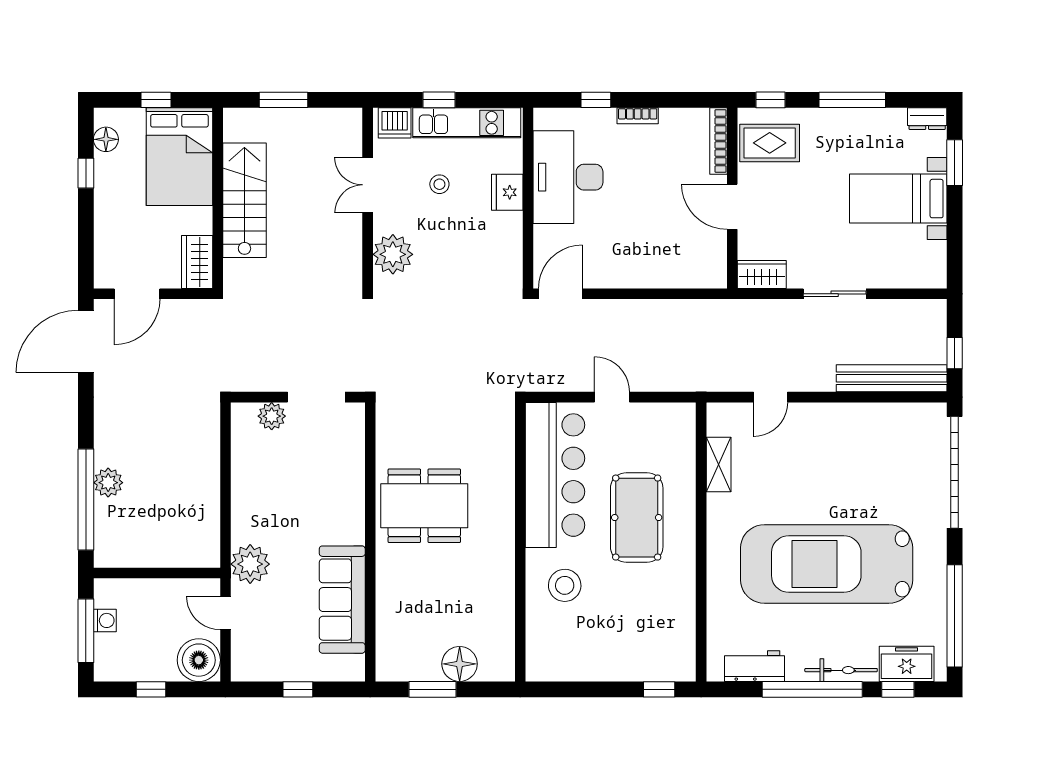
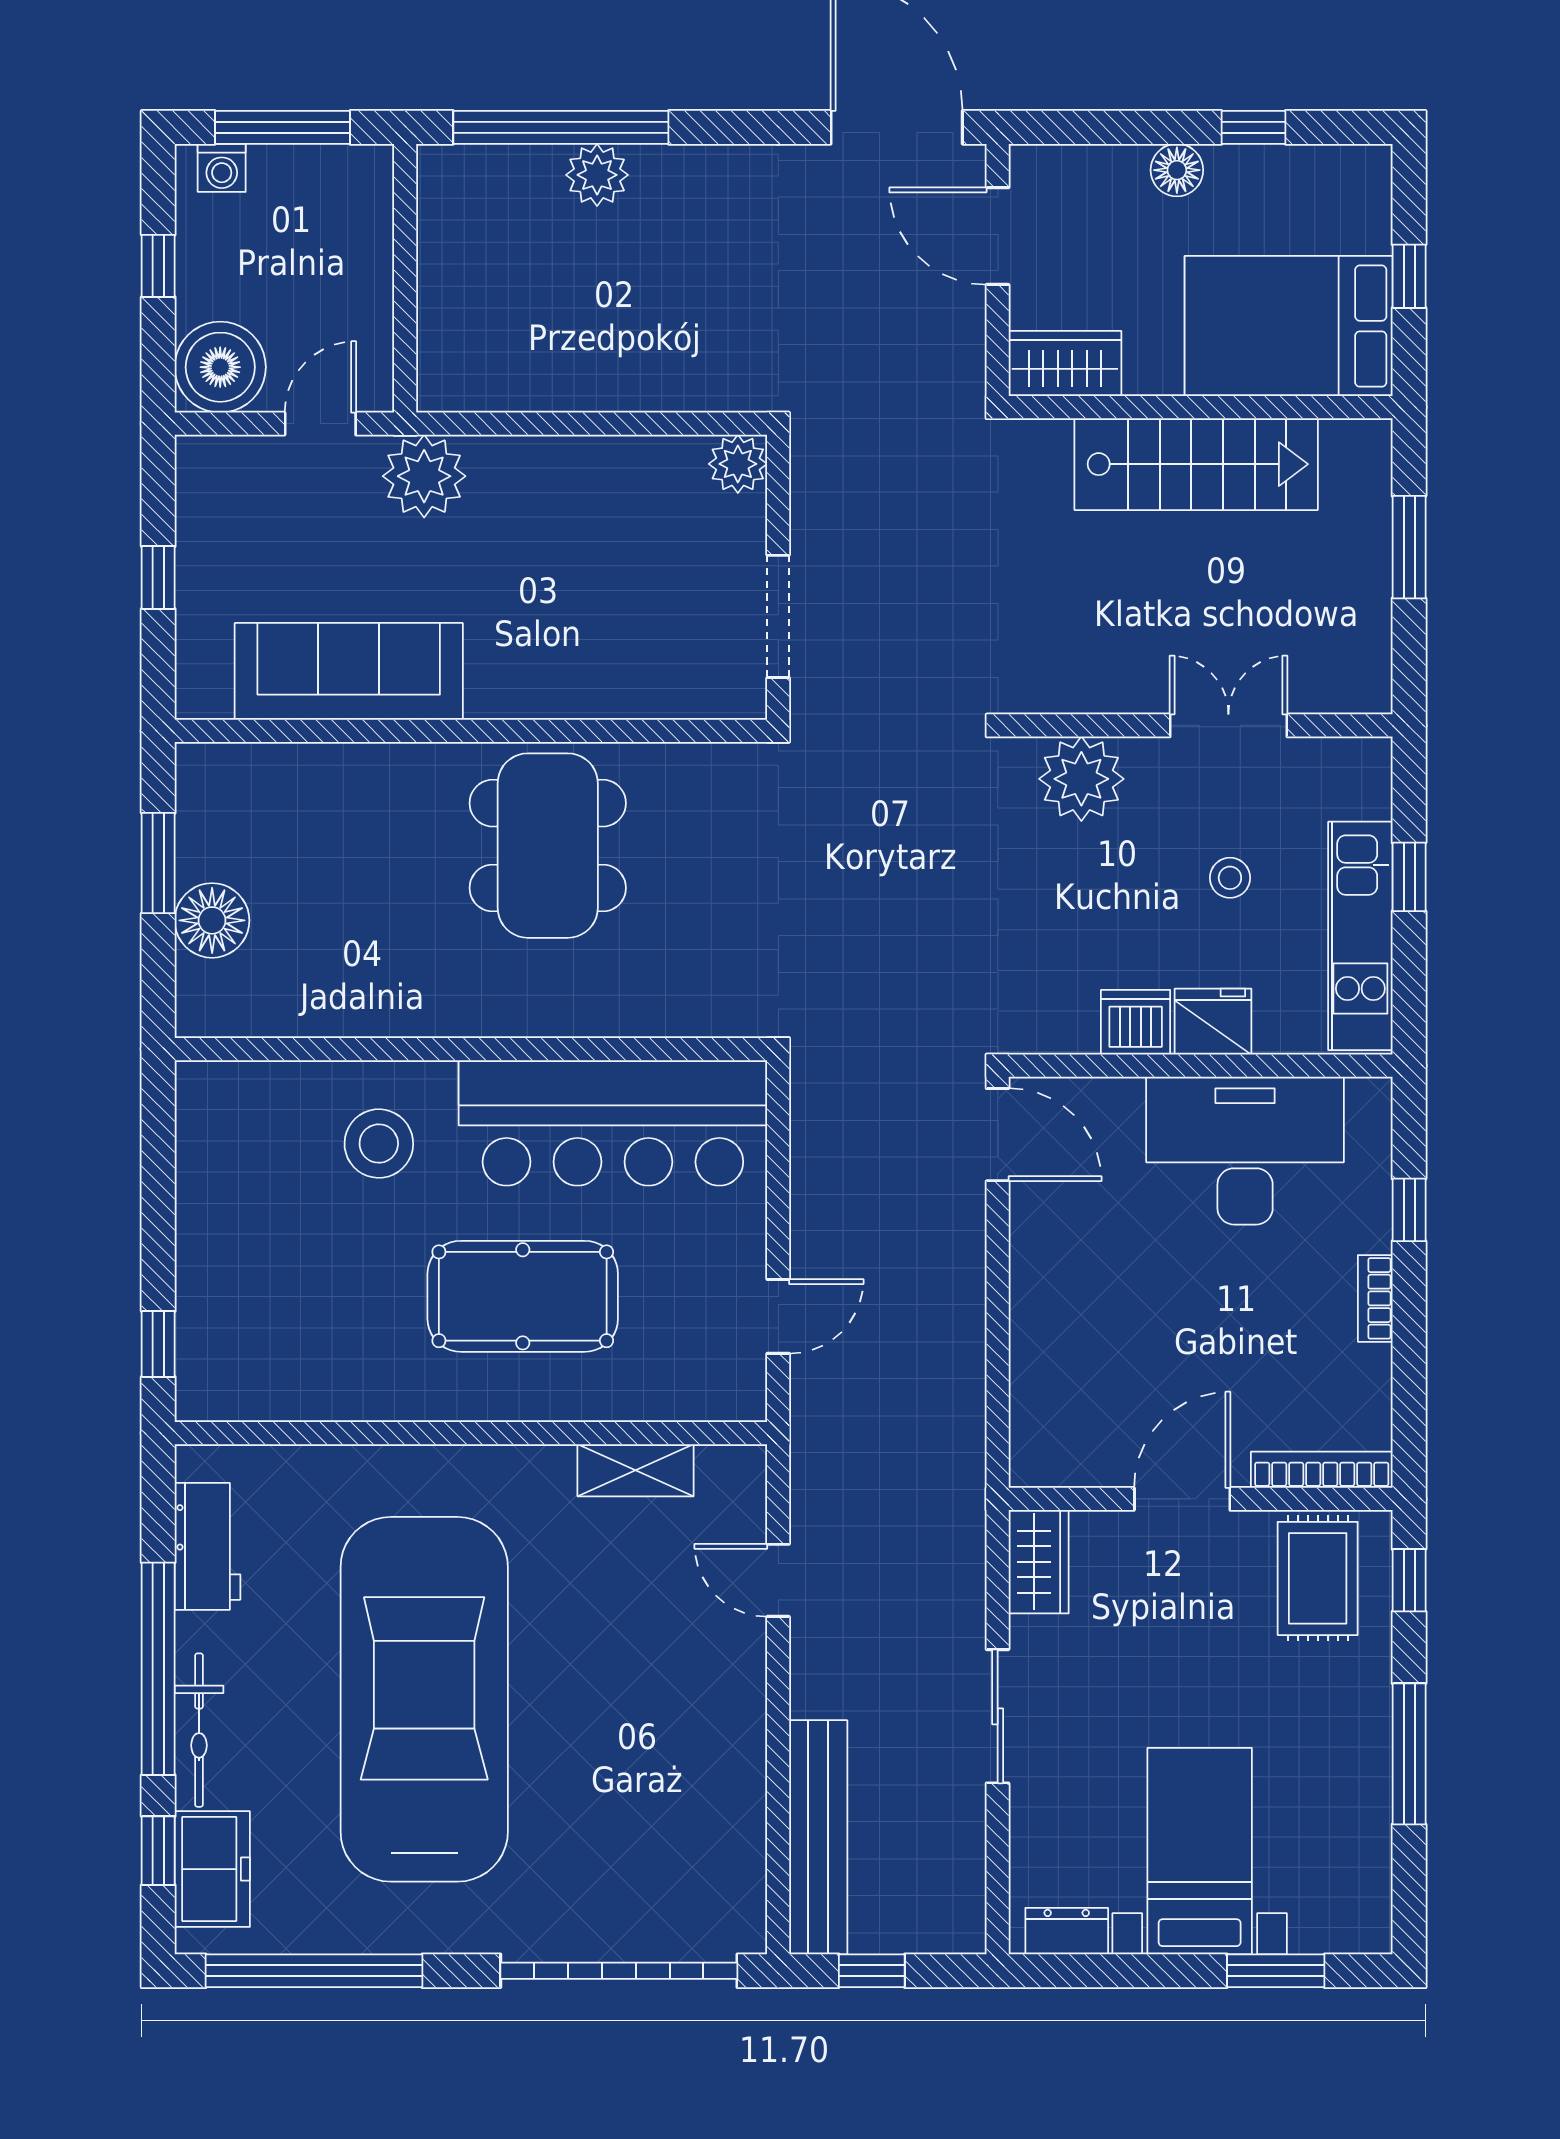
dresser: (927, 119) -> (1067, 1931), moved, turned 90
dishwasher: (395, 123) -> (1136, 1022), moved, turned 90
floor lamp: (106, 139) -> (1177, 170), moved
door: (612, 397) -> (778, 1316), moved
plant: (272, 416) -> (738, 464), moved
washing machine: (105, 620) -> (222, 168), moved

